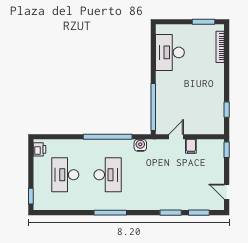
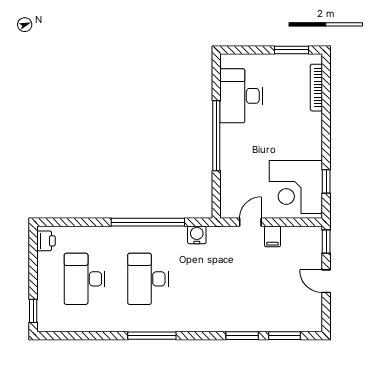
window: (153, 107) -> (216, 136), moved
corner desk: (206, 113) -> (296, 187), added
desk: (108, 175) -> (148, 279), turned 180
door: (227, 192) -> (326, 281), moved

